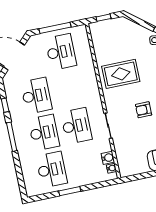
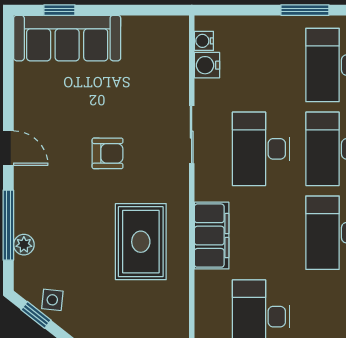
rug: (121, 74) -> (141, 242), turned 90
filing cabinet: (90, 83) -> (212, 236), added

